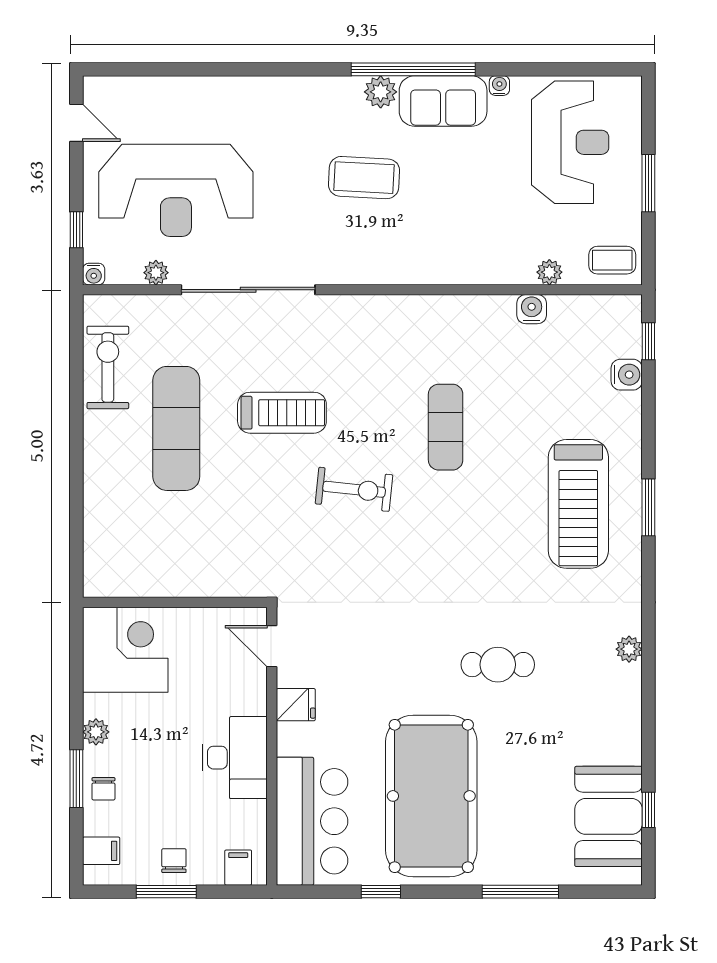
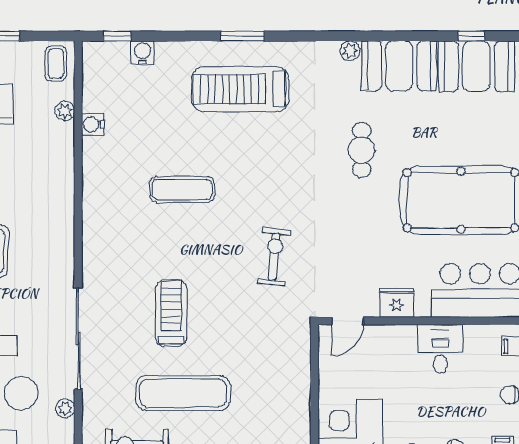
exercise bike: (354, 489) -> (274, 257), moved
treadmill: (578, 504) -> (240, 89), turned 180
fridge: (296, 705) -> (397, 303), width x1.38
booth: (609, 714) -> (399, 66), added
desk: (235, 758) -> (440, 349), width x0.73

